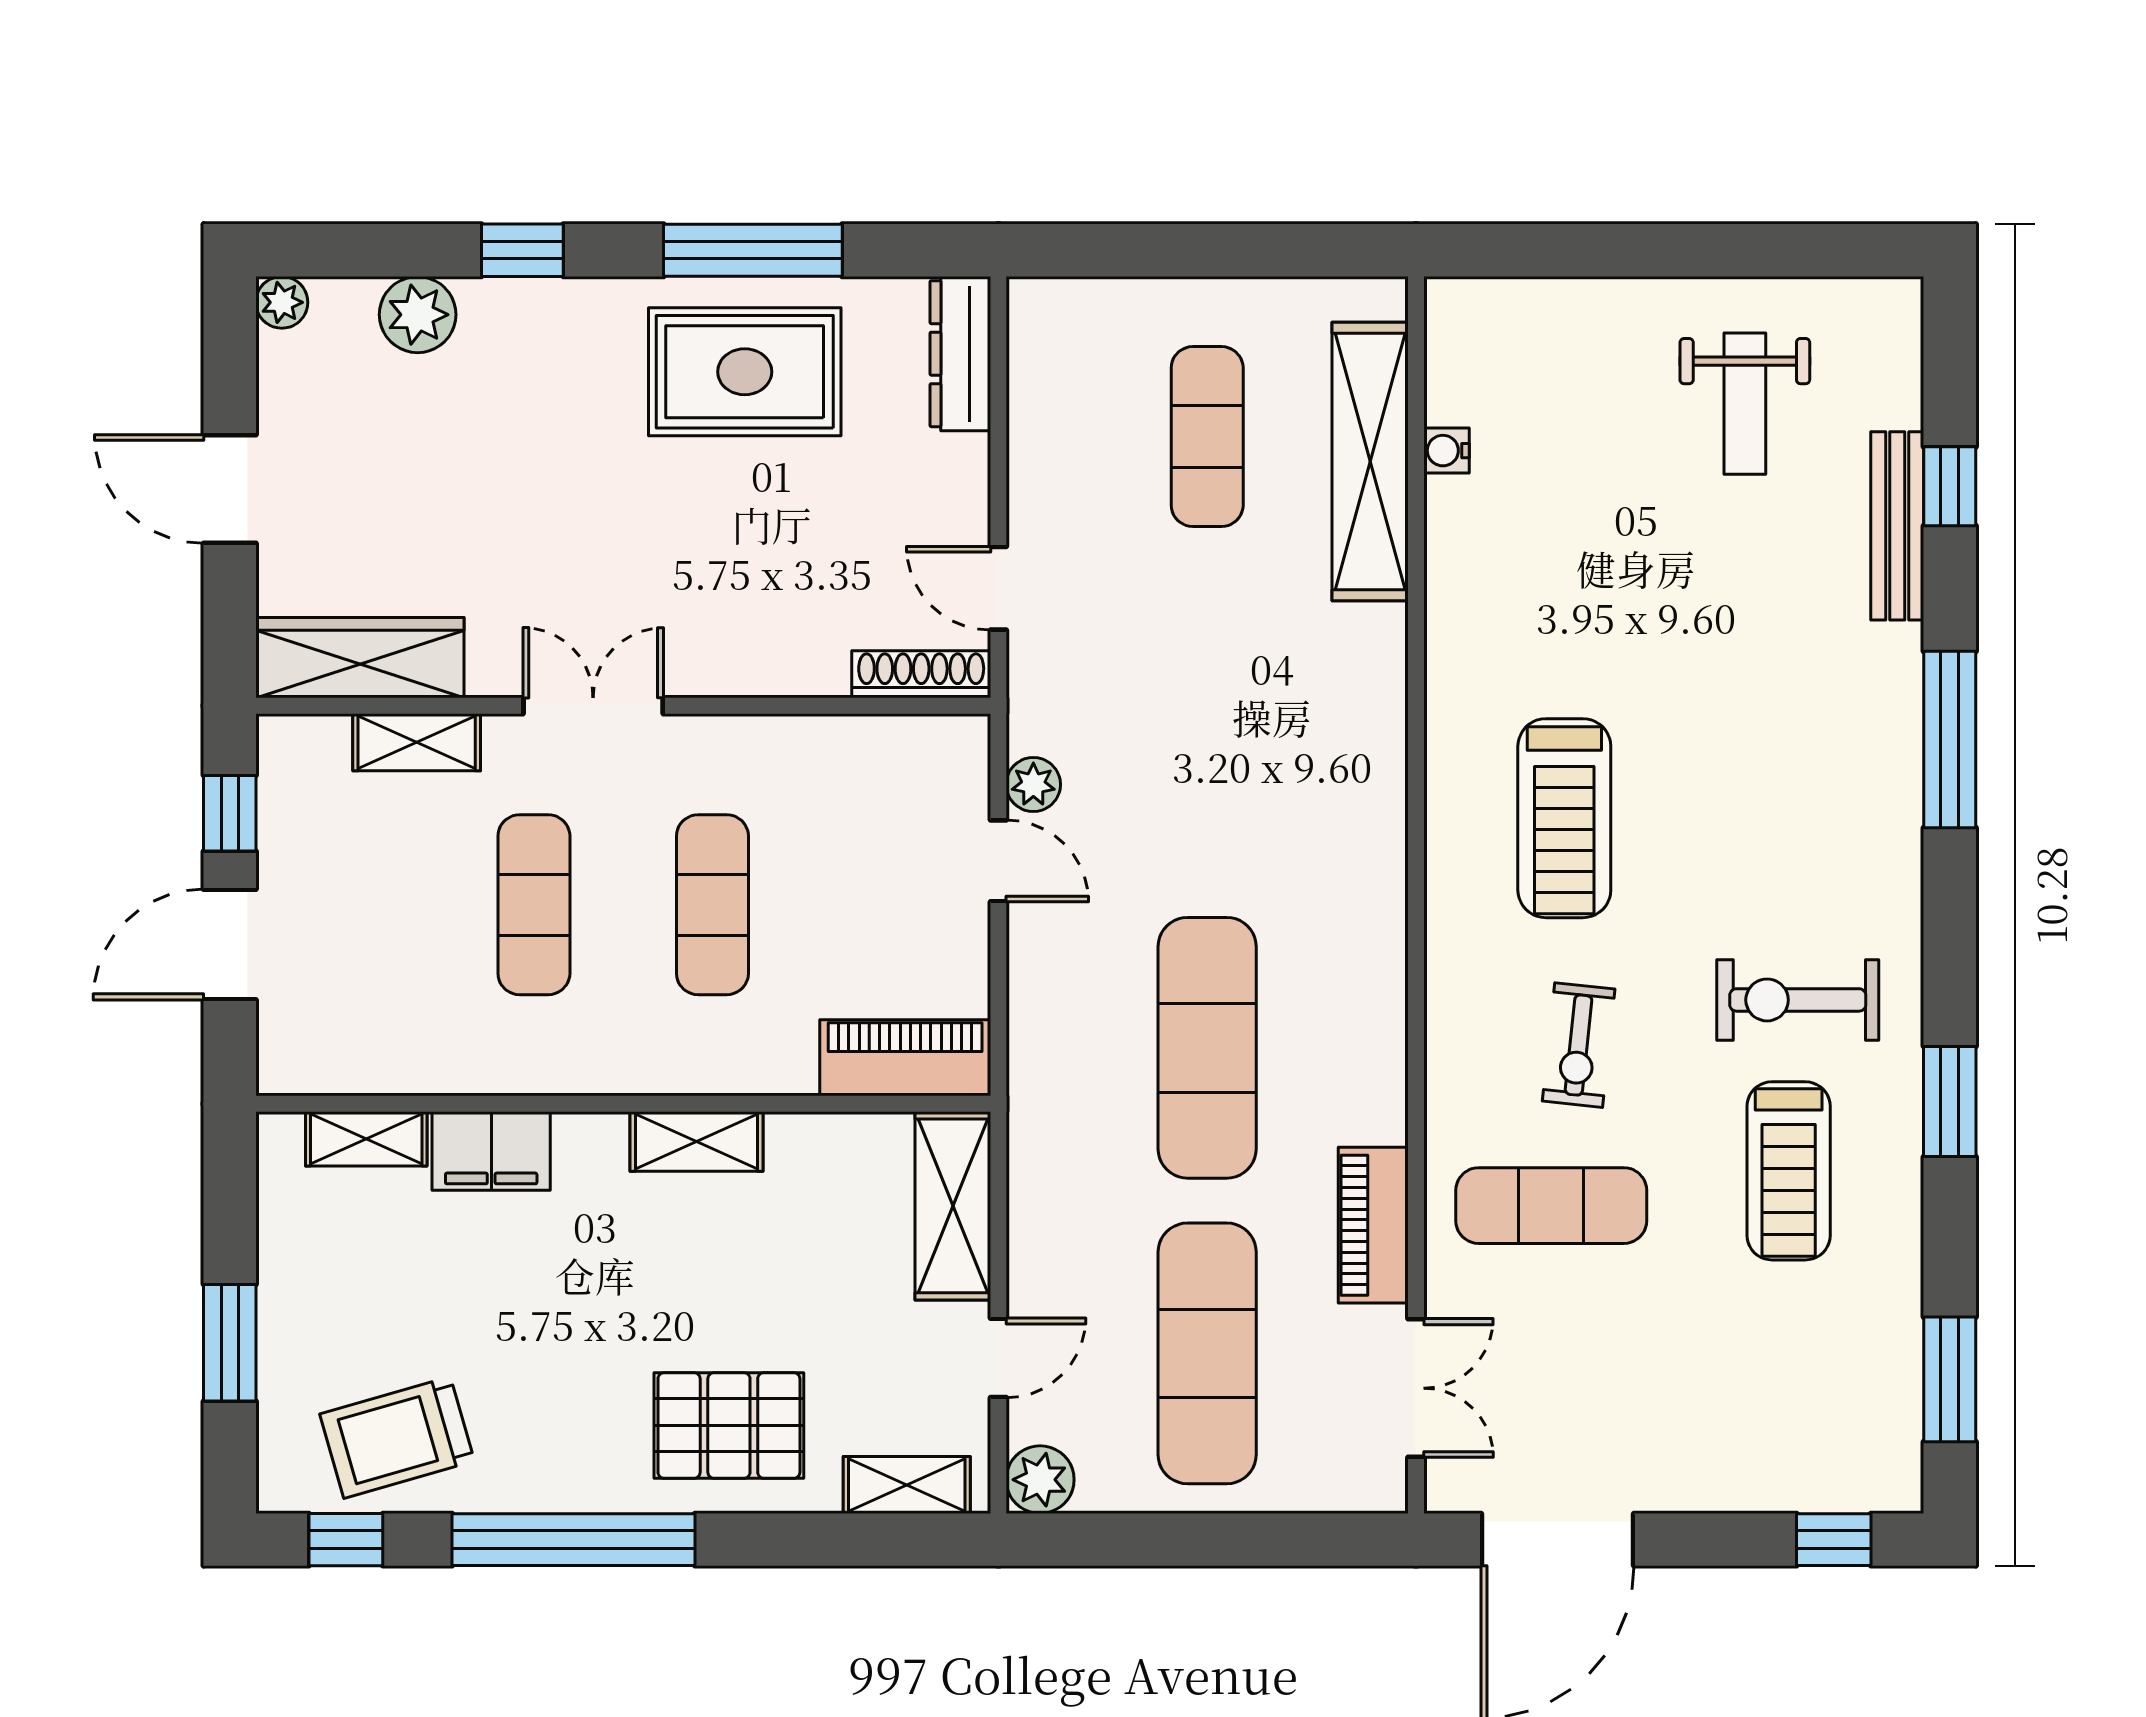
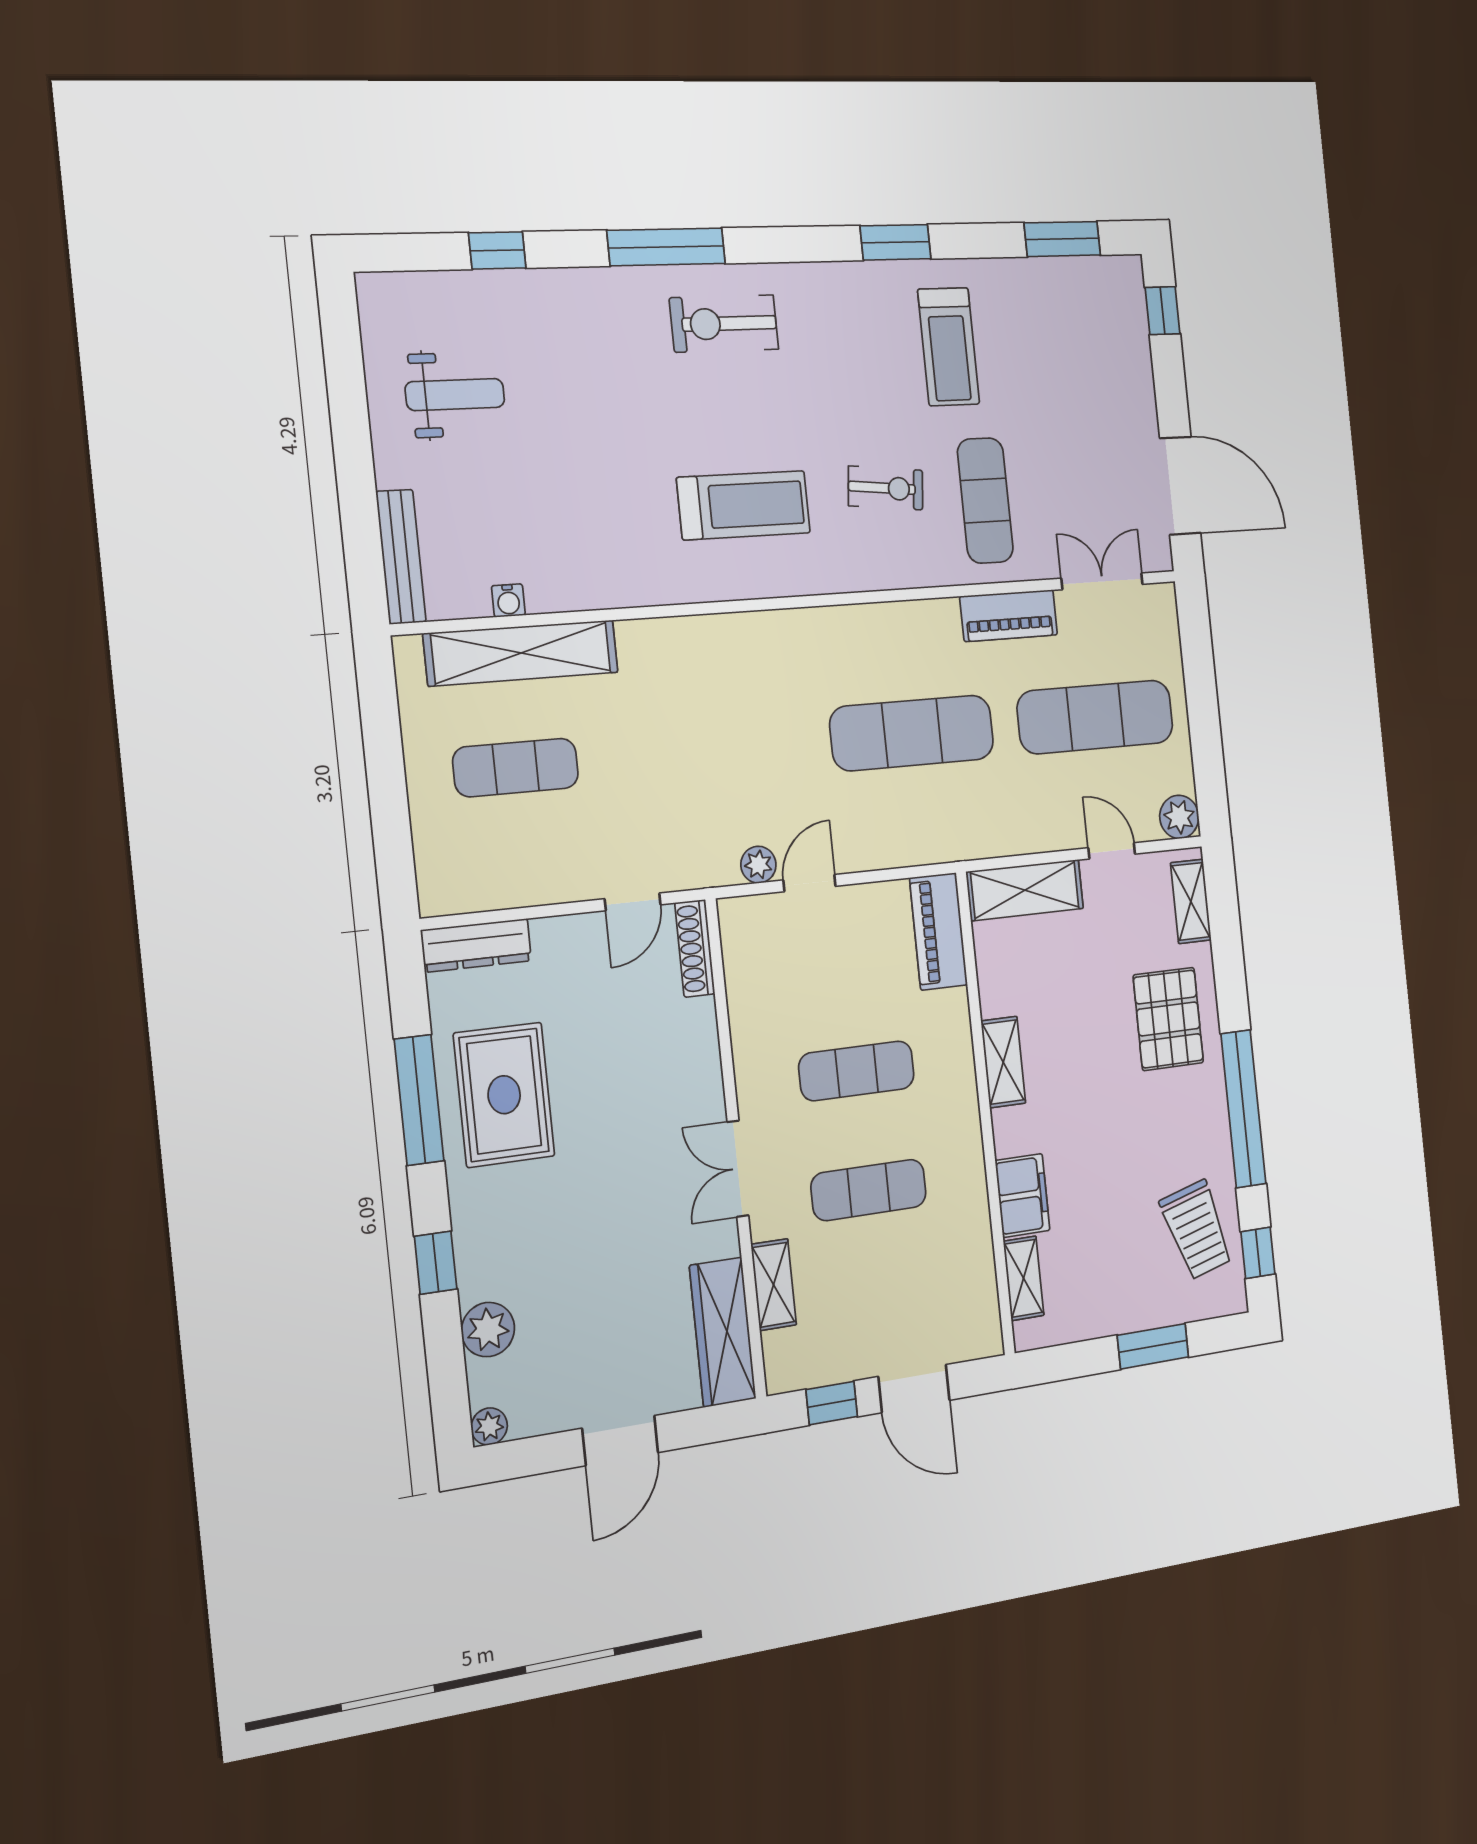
bench: (1897, 526) -> (401, 557), moved, turned 90
exercise bike: (1798, 1000) -> (724, 324), moved, turned 90
treadmill: (1789, 1171) -> (949, 347), turned 90

